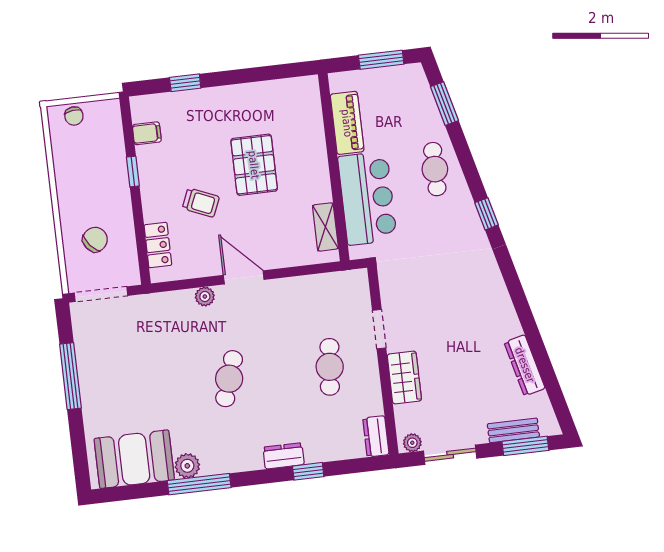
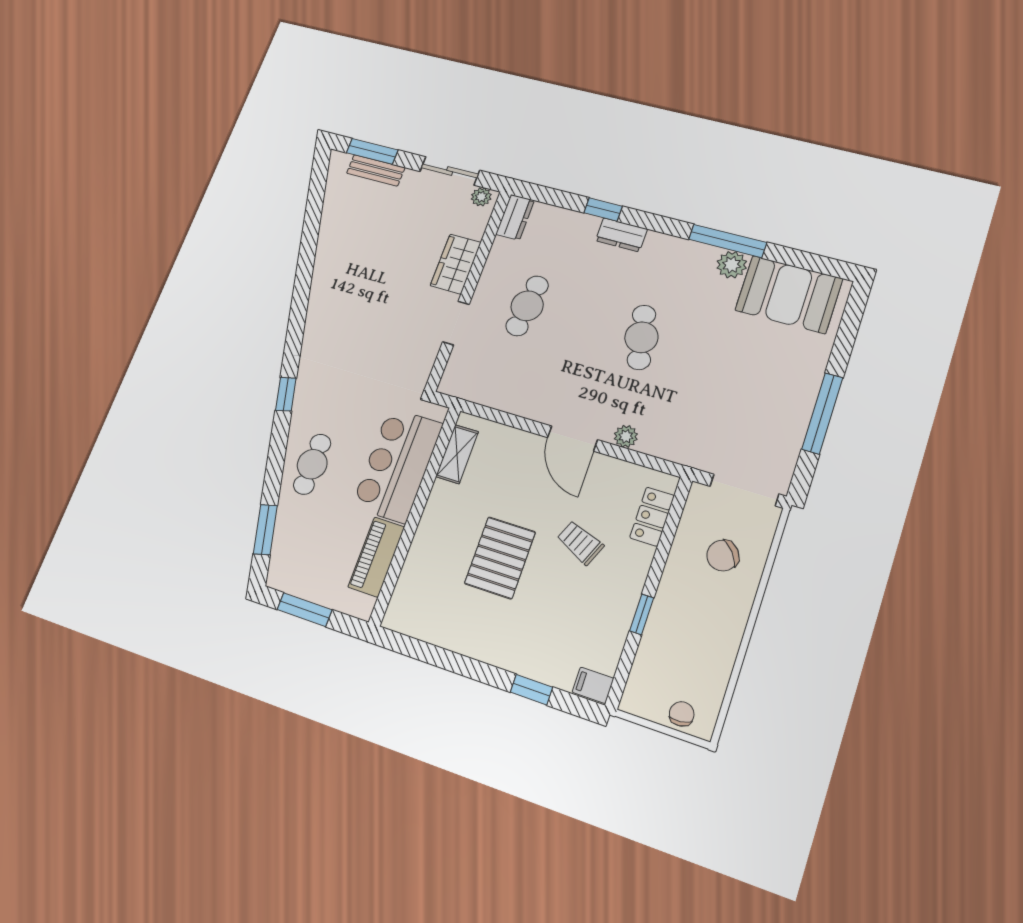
filing cabinet: (147, 133) -> (593, 685), moved
dresser: (525, 365) -> (331, 228), removed
cafe table: (229, 379) -> (641, 337), turned -30

